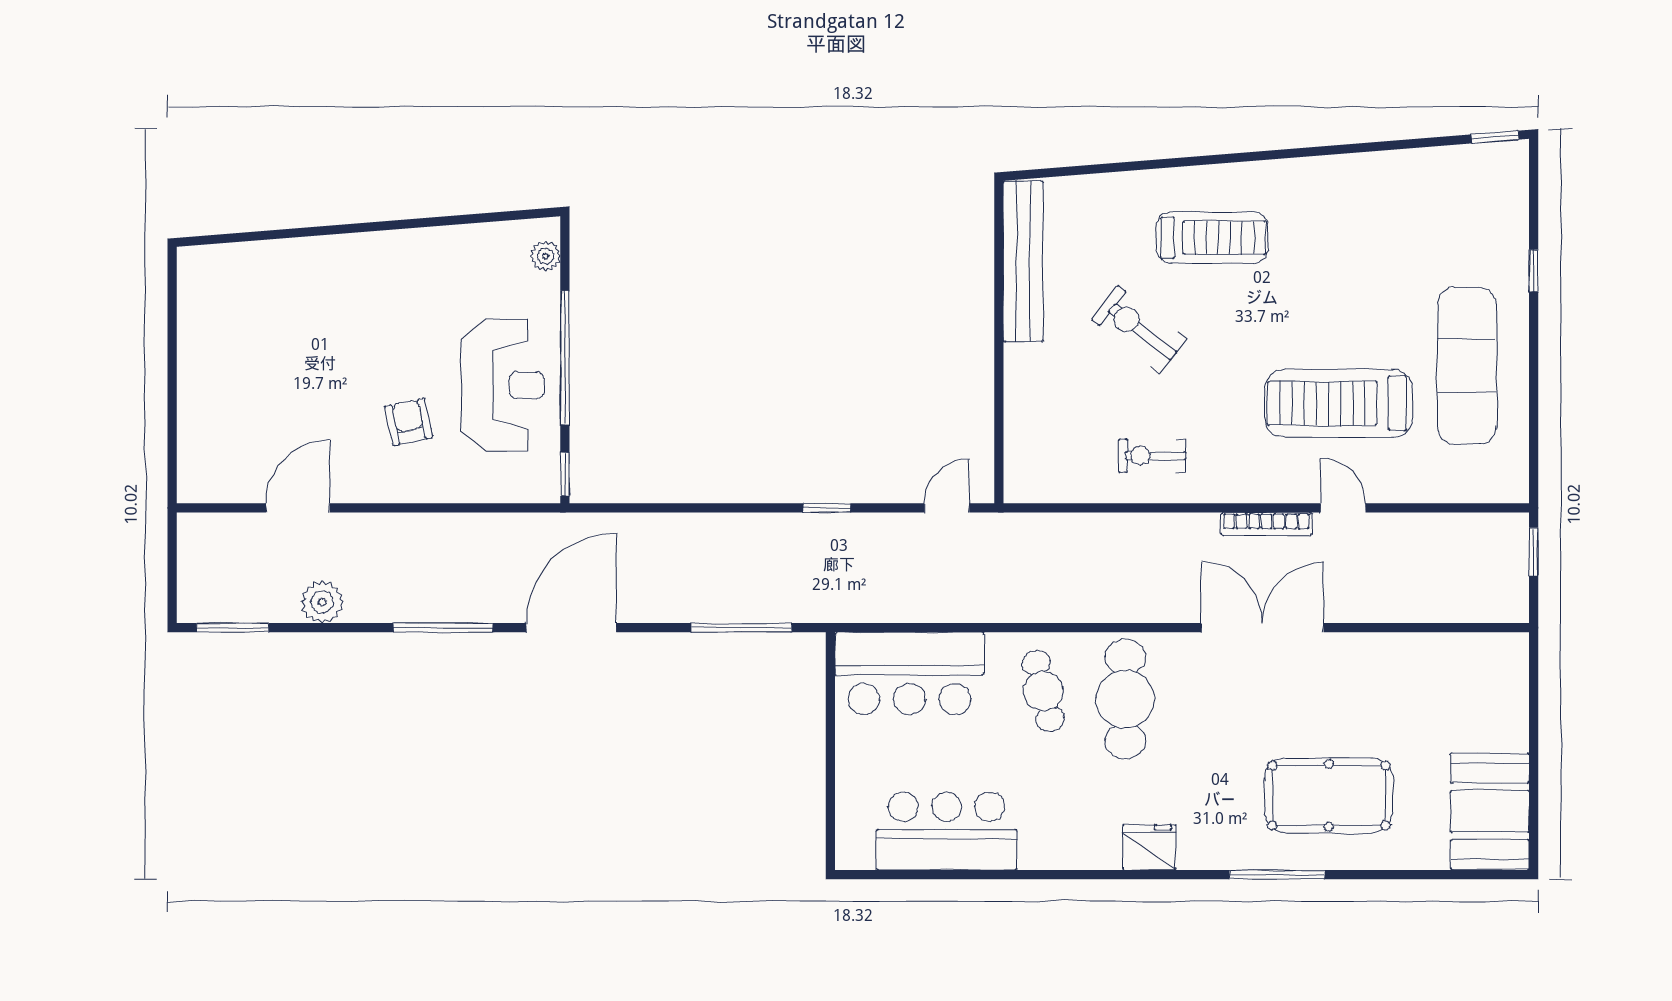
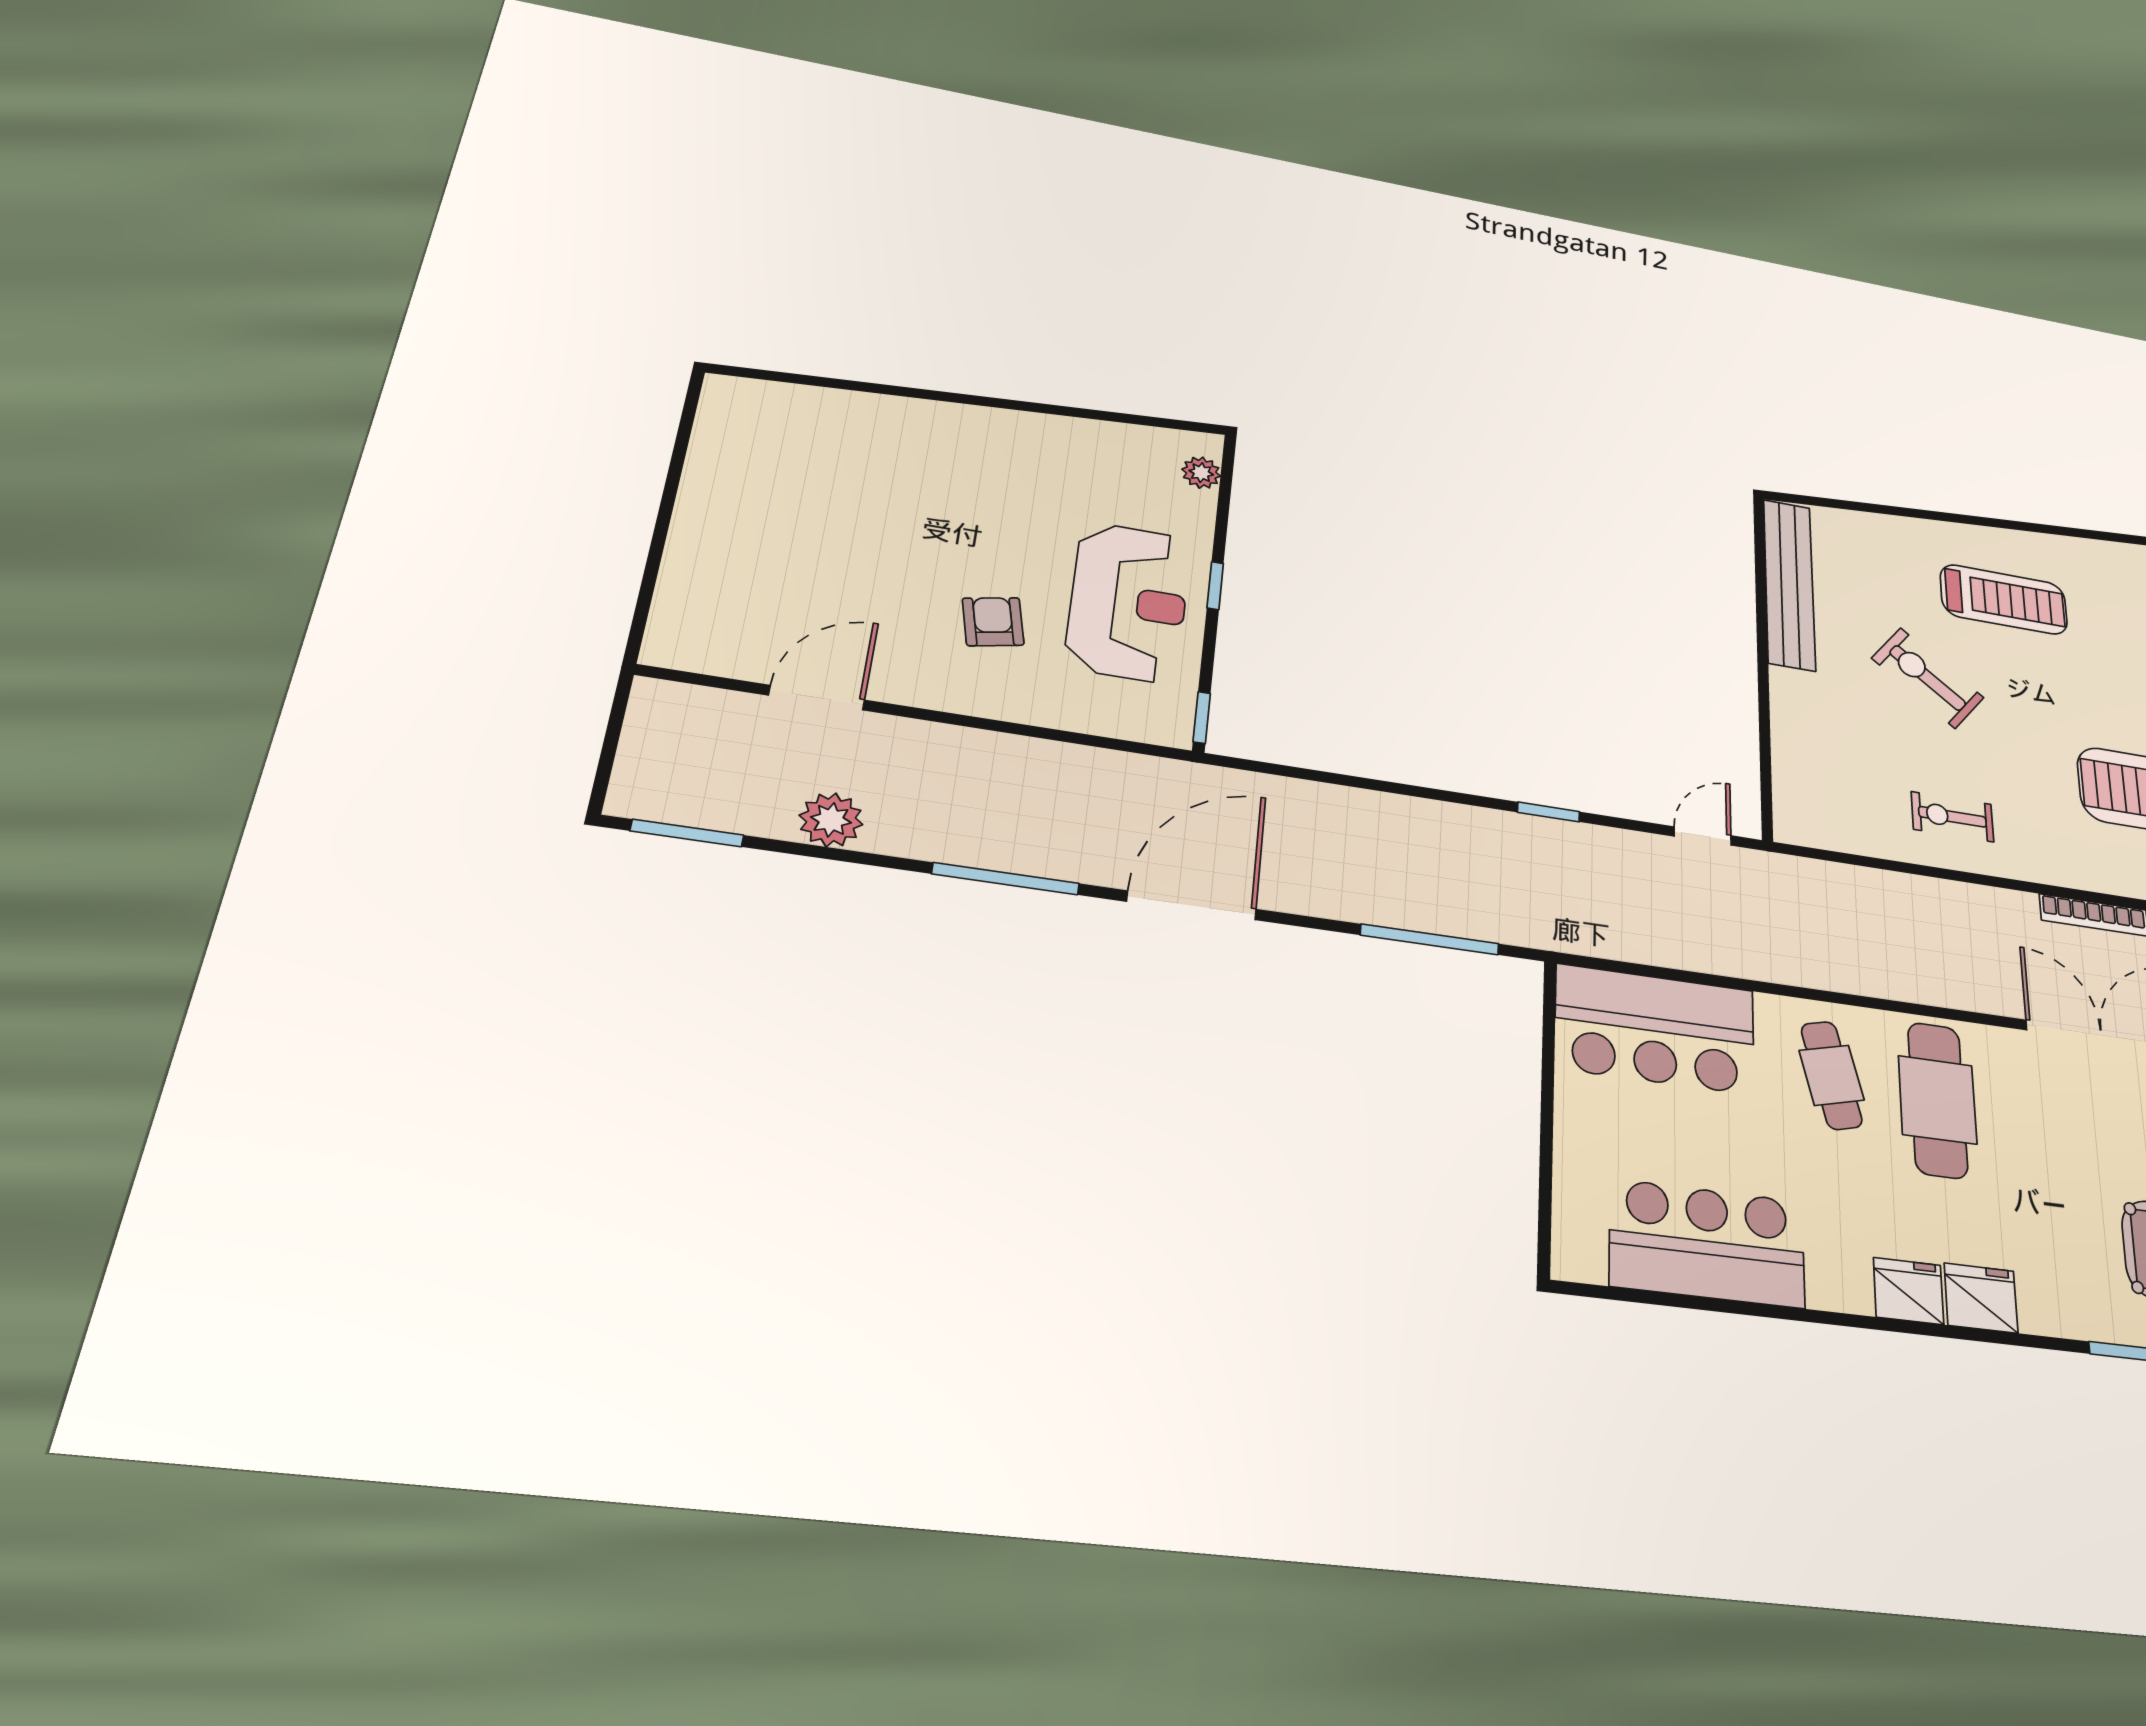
window: (565, 358) -> (1215, 586), width x0.32
fridge: (1094, 848) -> (1909, 1291), added

